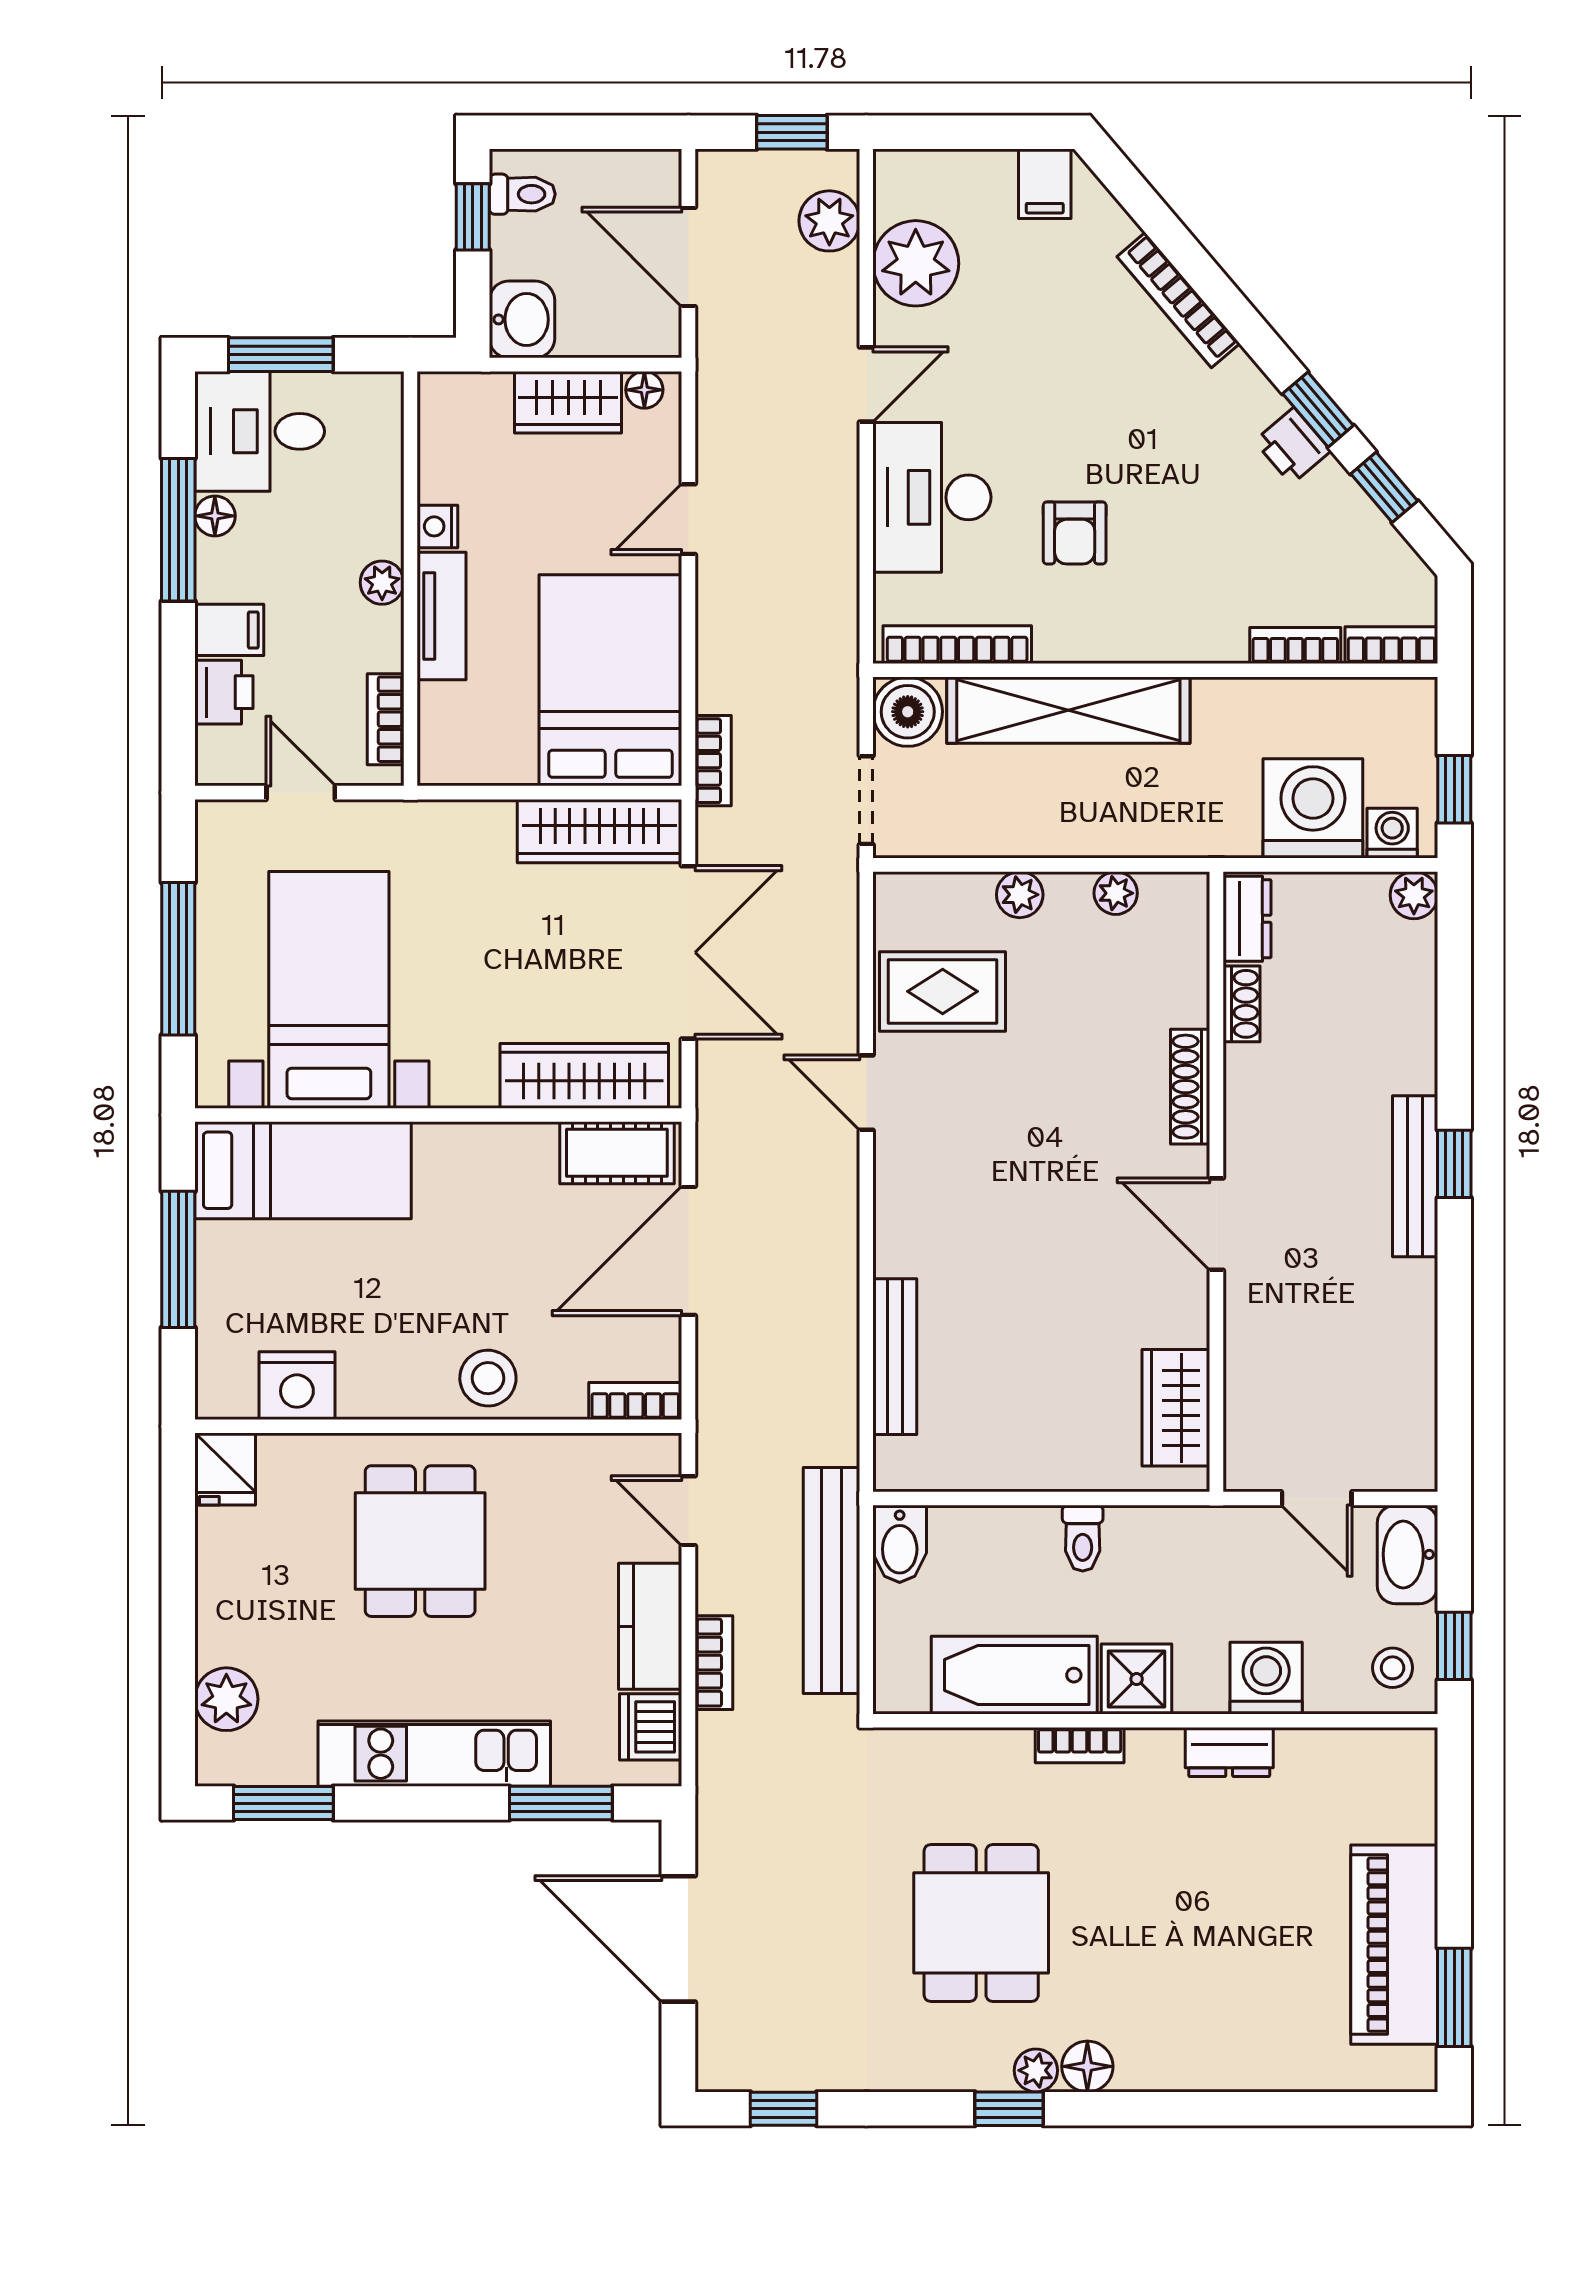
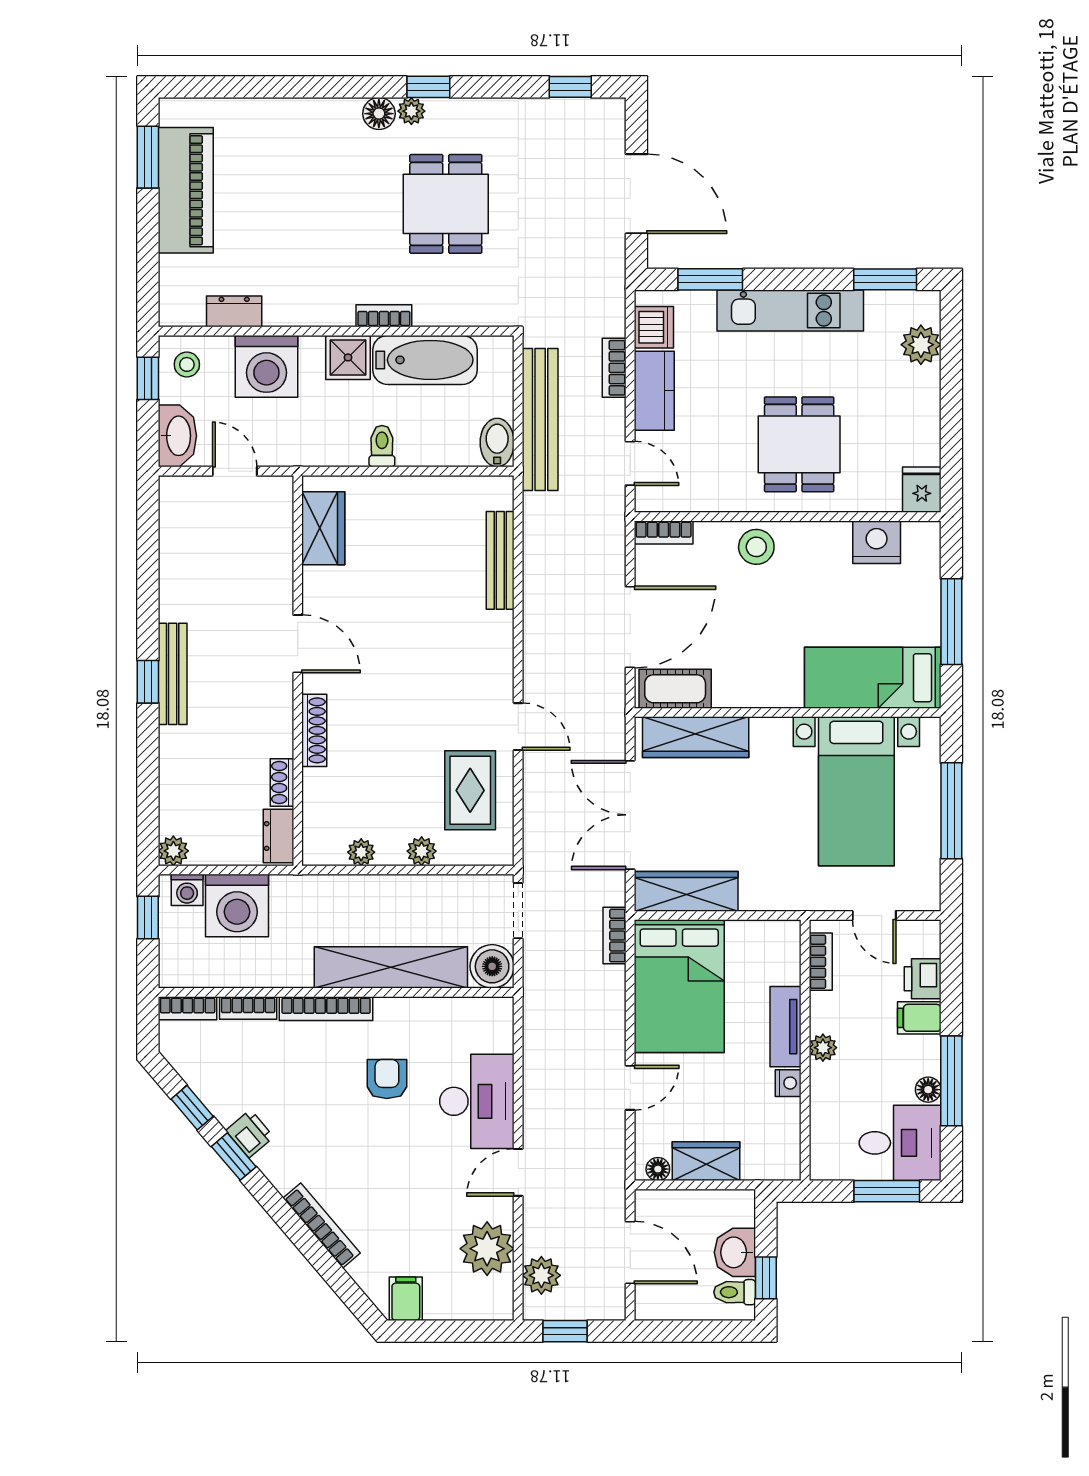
washbasin: (522, 319) -> (735, 1252), moved
bookcase: (957, 645) -> (326, 1009), moved
rug: (943, 991) -> (470, 790), turned 90
washing machine: (1266, 1678) -> (266, 366), width x1.37, depth x1.37
dresser: (1229, 1752) -> (234, 311), moved

